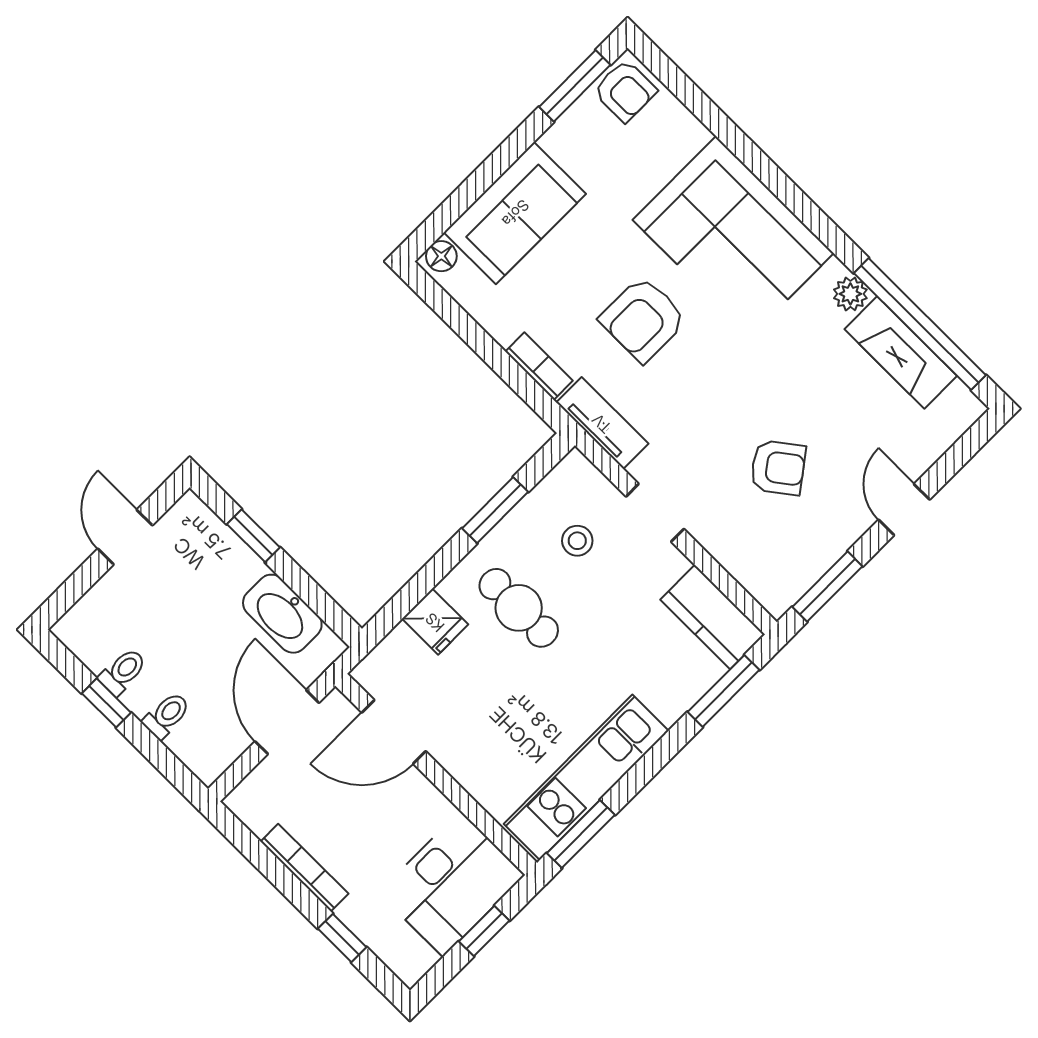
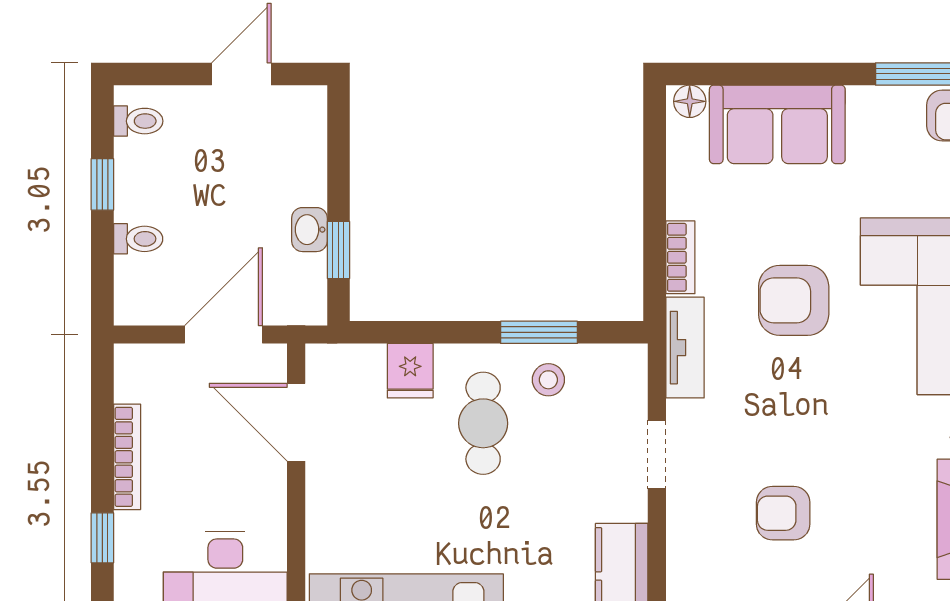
armchair: (778, 468) -> (783, 513), turned 127
window: (253, 536) -> (338, 250), moved
stool: (577, 541) -> (548, 380), moved
washbasin: (282, 614) -> (309, 230), width x0.52, depth x0.69
toilet: (123, 672) -> (138, 121), moved

